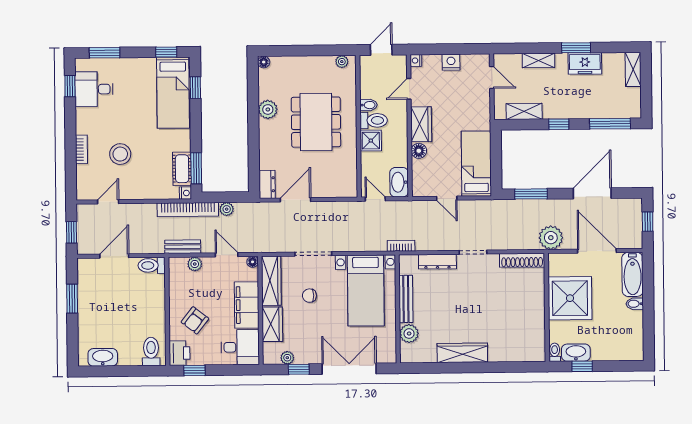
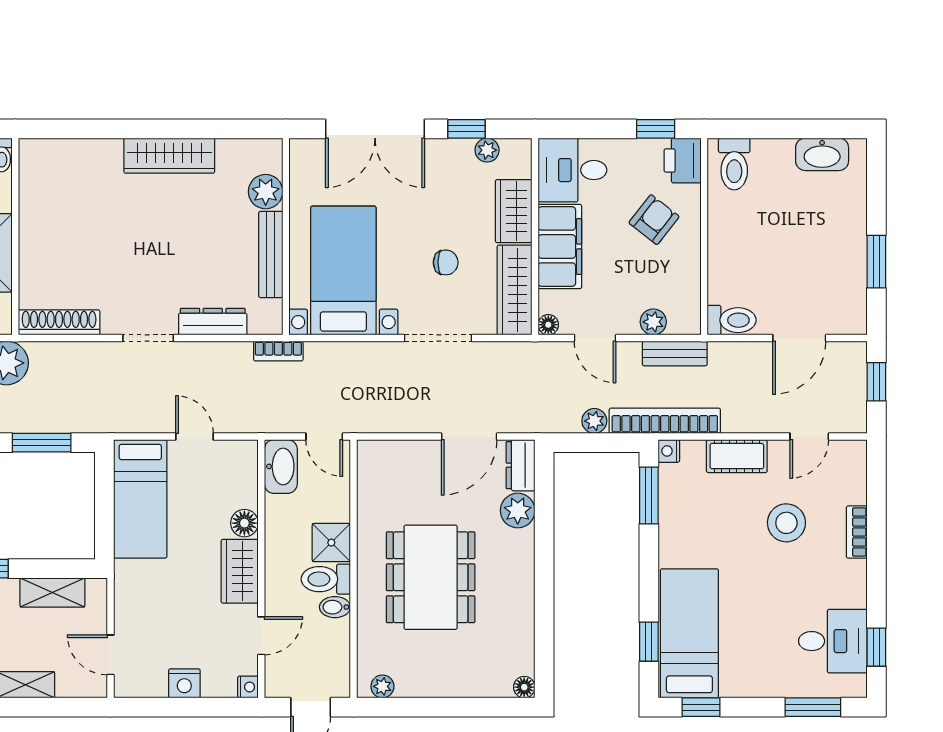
plant: (268, 109) -> (518, 511), moved
cot: (182, 169) -> (737, 456), moved, turned 90

